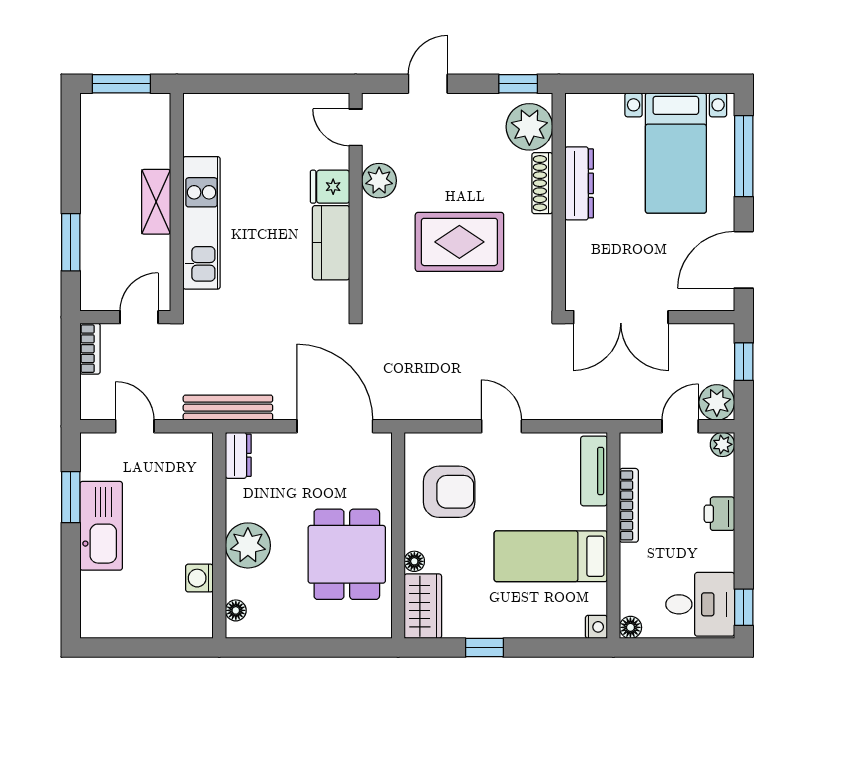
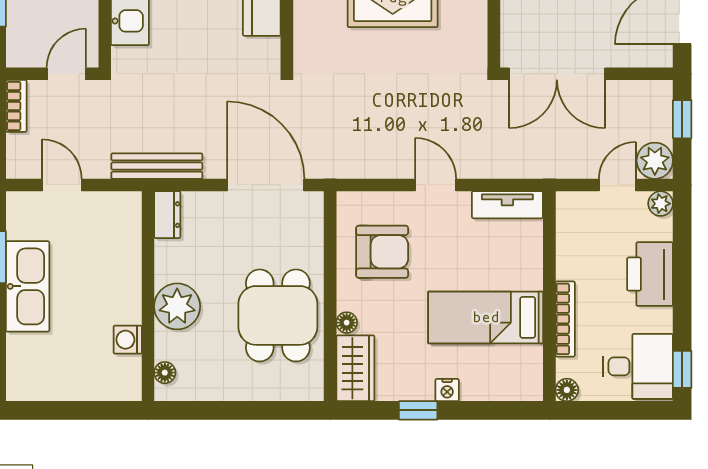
tv unit: (594, 471) -> (507, 205), moved, turned -90
bookcase: (629, 505) -> (565, 319), moved
printer: (719, 514) -> (650, 274), width x1.87, depth x1.48
nightstand: (596, 627) -> (447, 390), moved, turned 90

